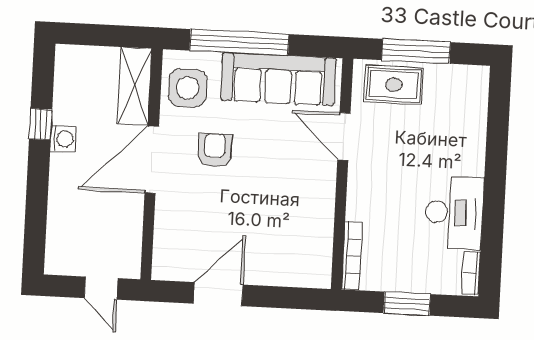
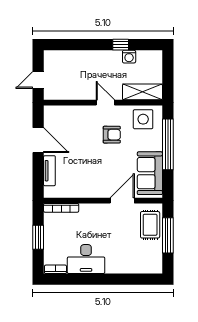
sofa: (278, 79) -> (150, 173), width x0.73
washing machine: (63, 139) -> (129, 57), moved
door: (152, 160) -> (105, 103), width x0.53
tv unit: (279, 275) -> (49, 171), added

